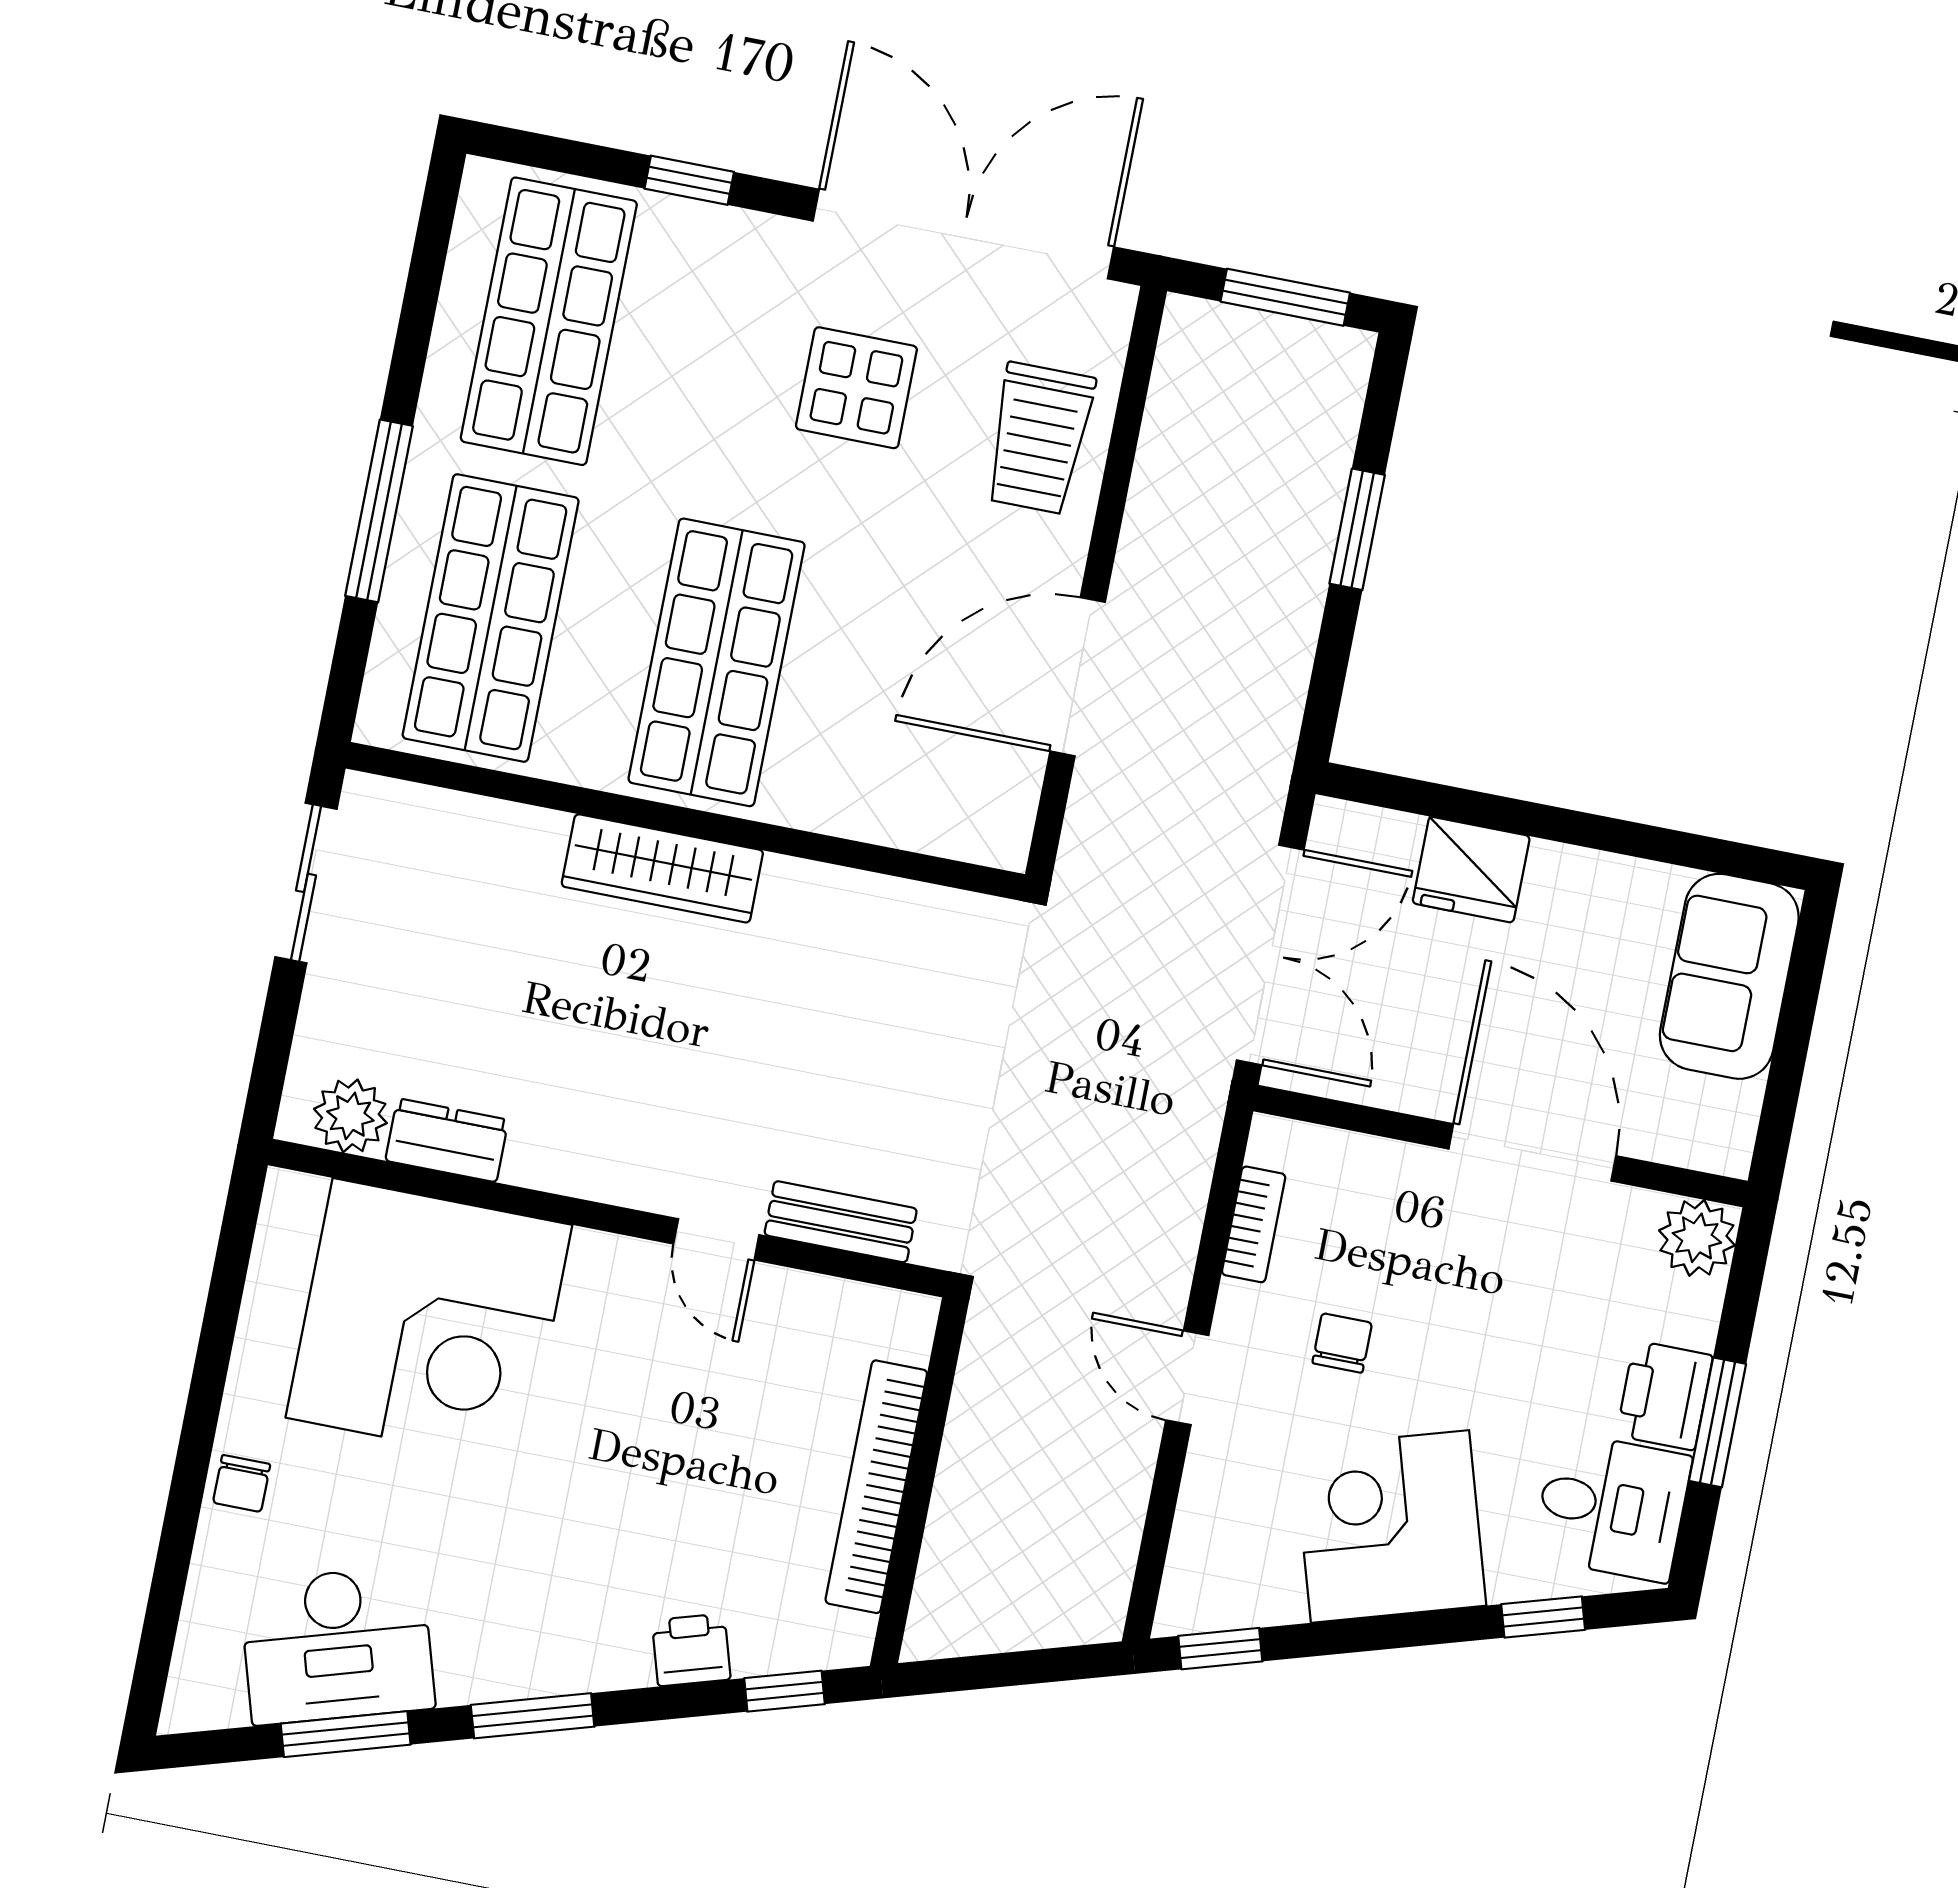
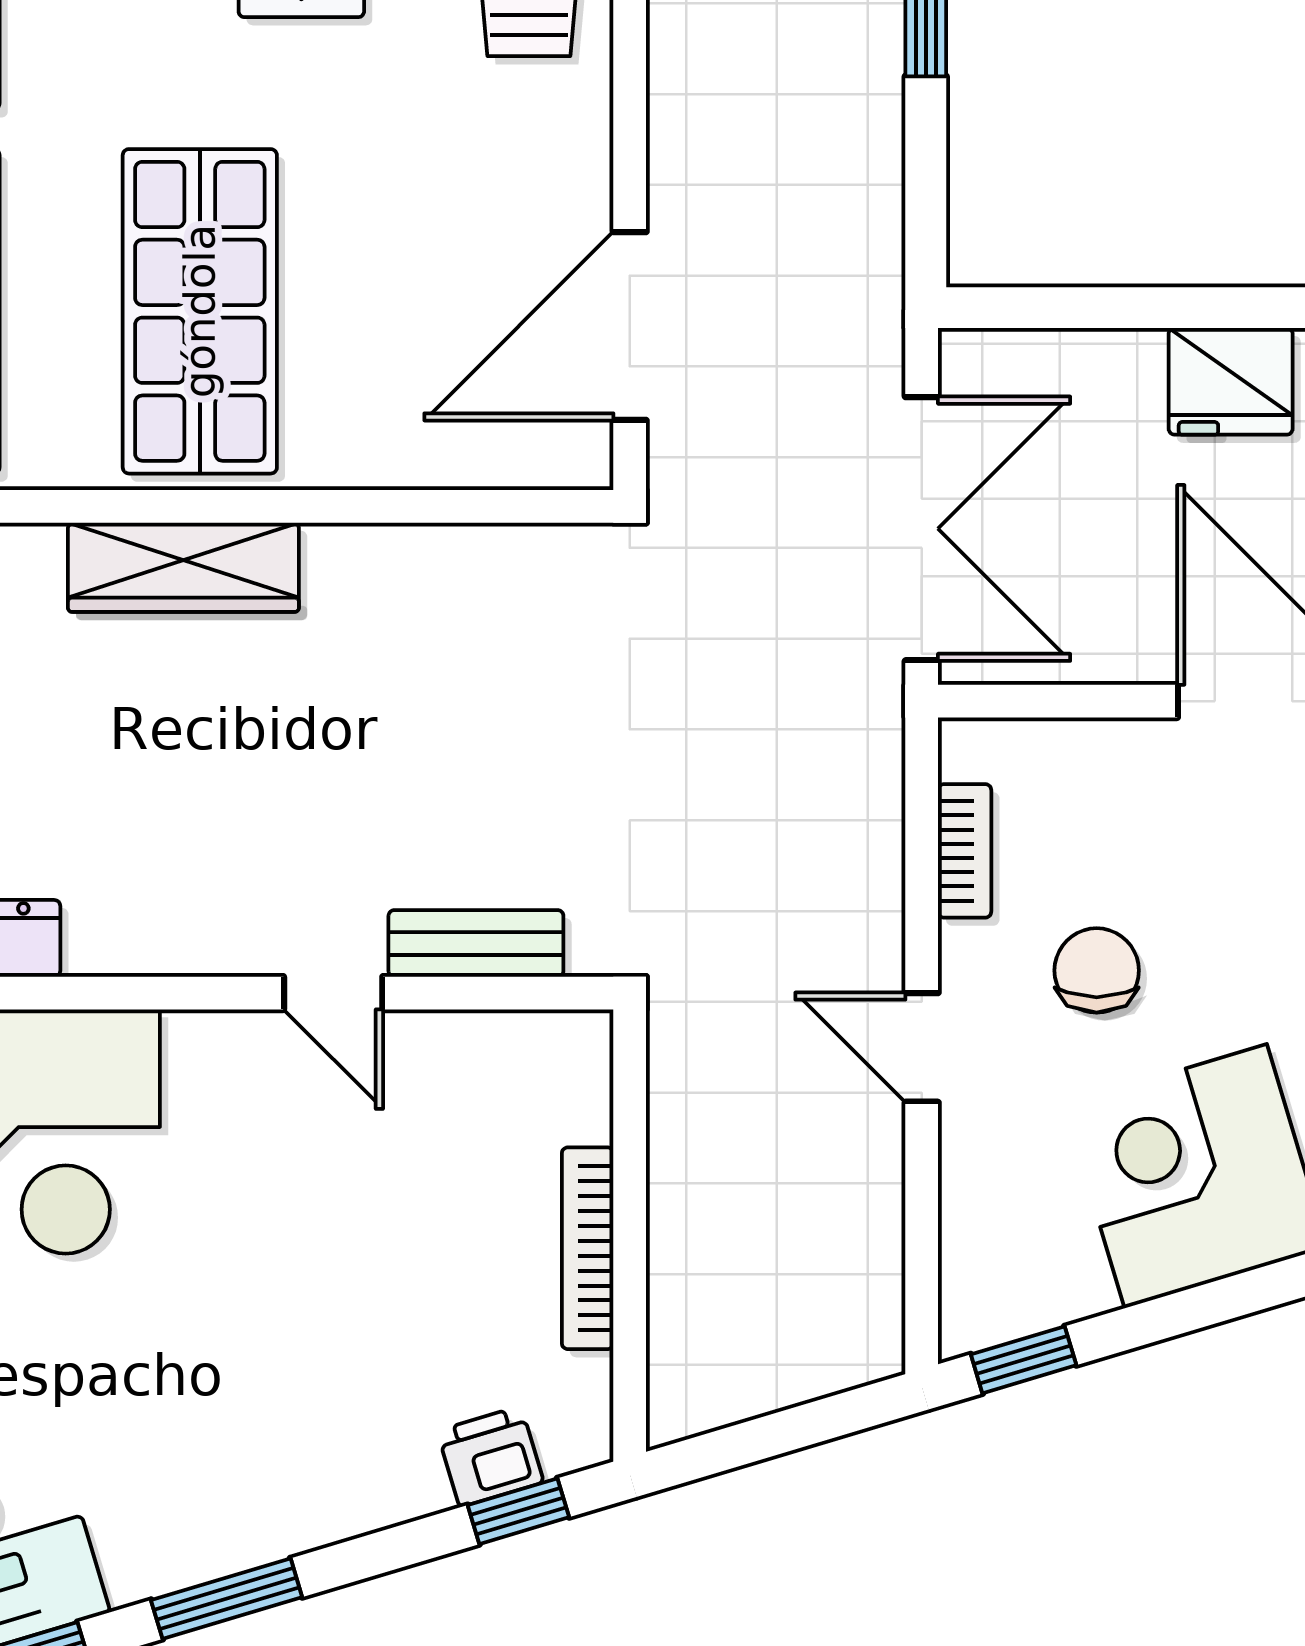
door: (1078, 677) -> (630, 326), moved
fridge: (1471, 870) -> (1231, 381), moved
chair: (1342, 1343) -> (1097, 970), width x1.37, depth x1.37
bookcase: (876, 1487) -> (588, 1248), width x0.68, depth x0.76
printer: (691, 1650) -> (490, 1457), moved

